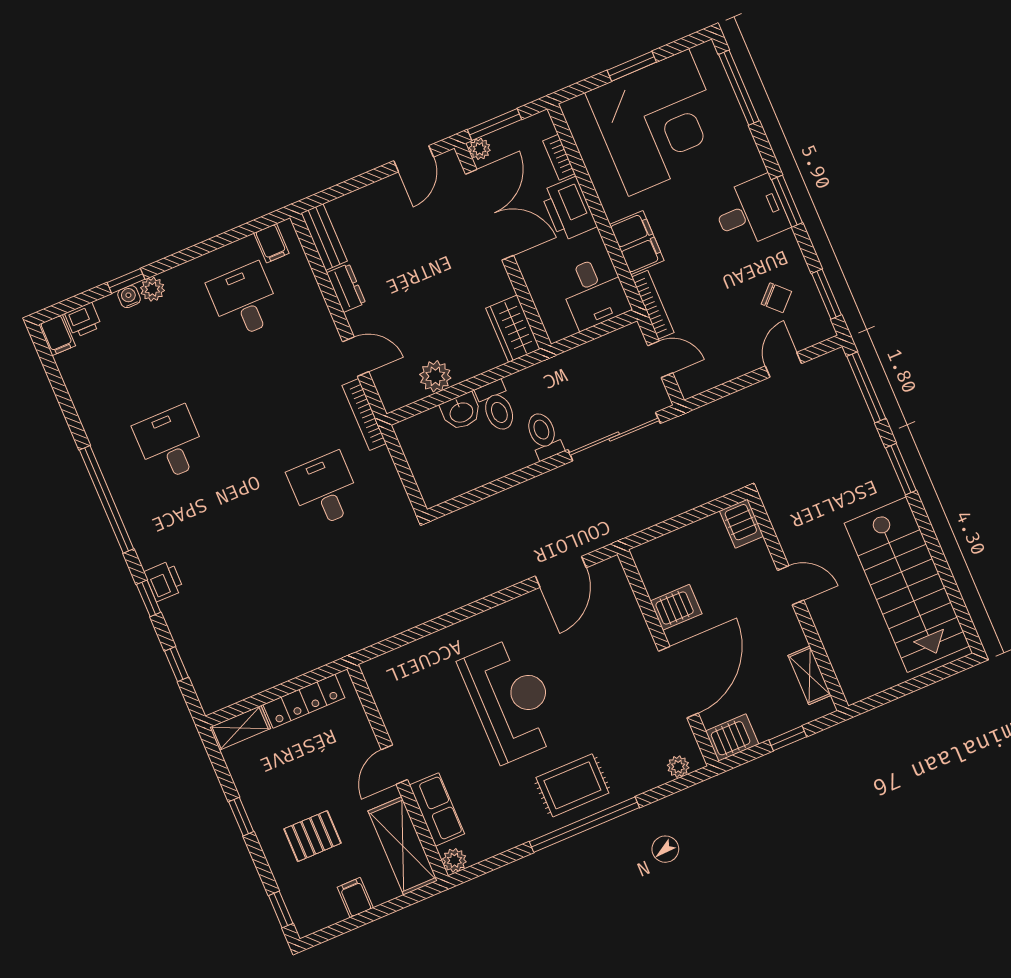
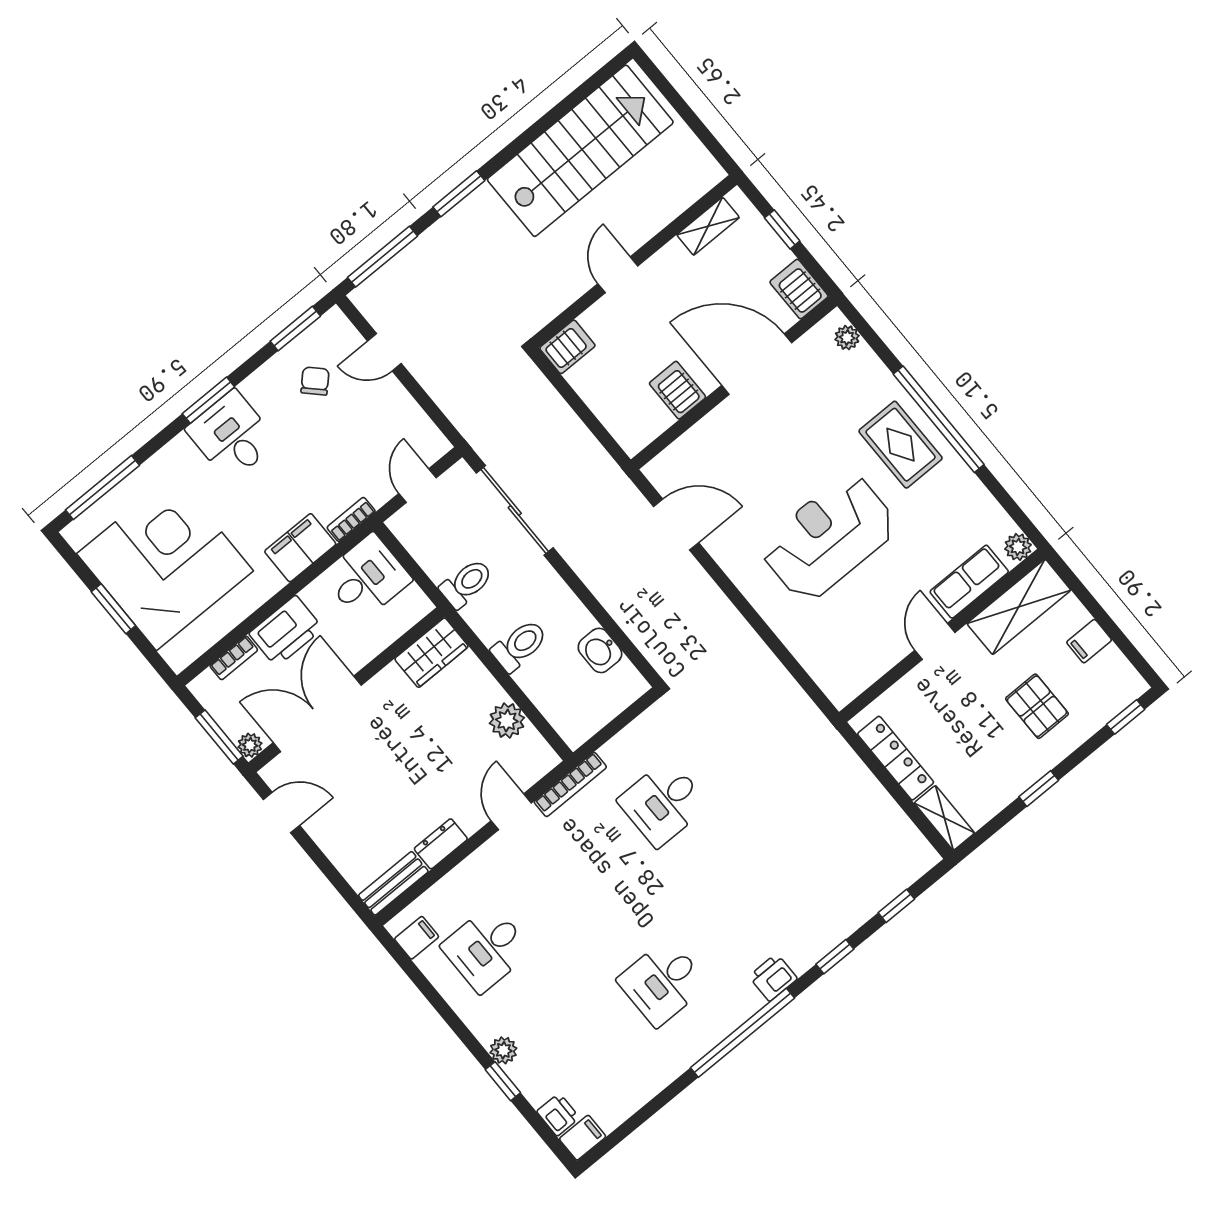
water cooler: (129, 297) -> (519, 1073), removed
bookcase: (653, 305) -> (351, 519), width x0.64
washbasin: (461, 412) -> (600, 650), moved, turned 180
toilet: (544, 435) -> (466, 583), moved, turned 180
printer: (164, 581) -> (773, 977), moved
door: (394, 765) -> (935, 641), swing flipped

